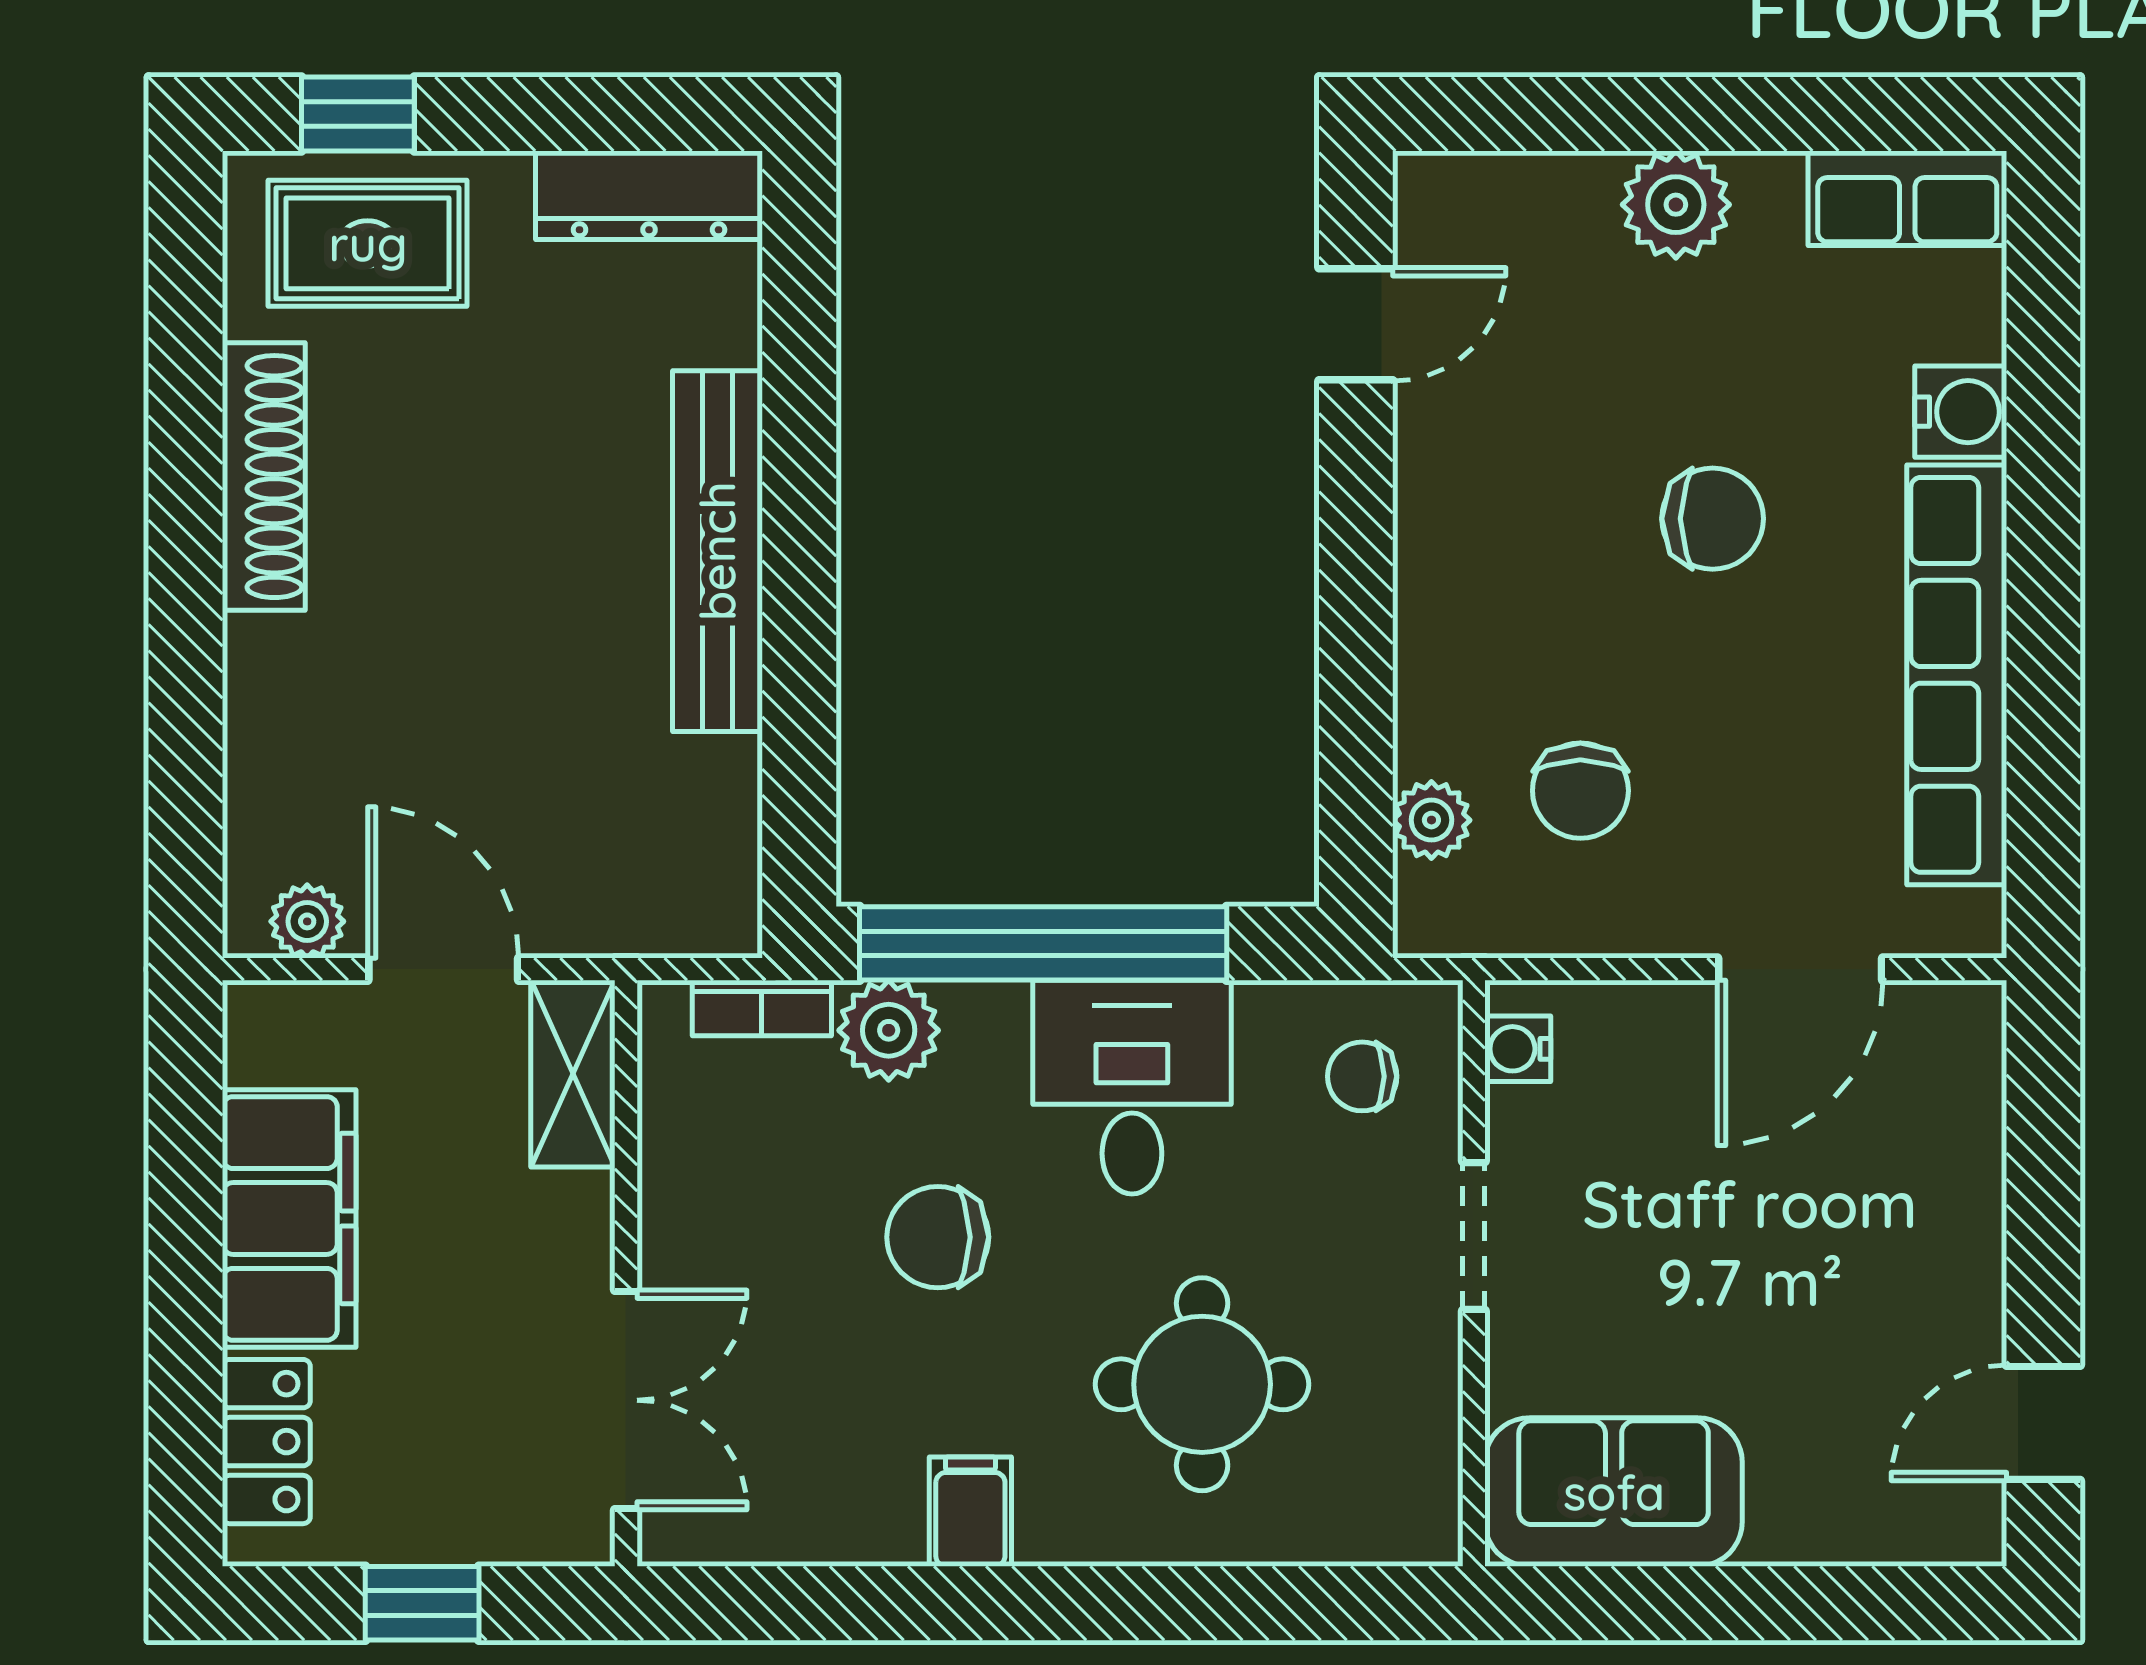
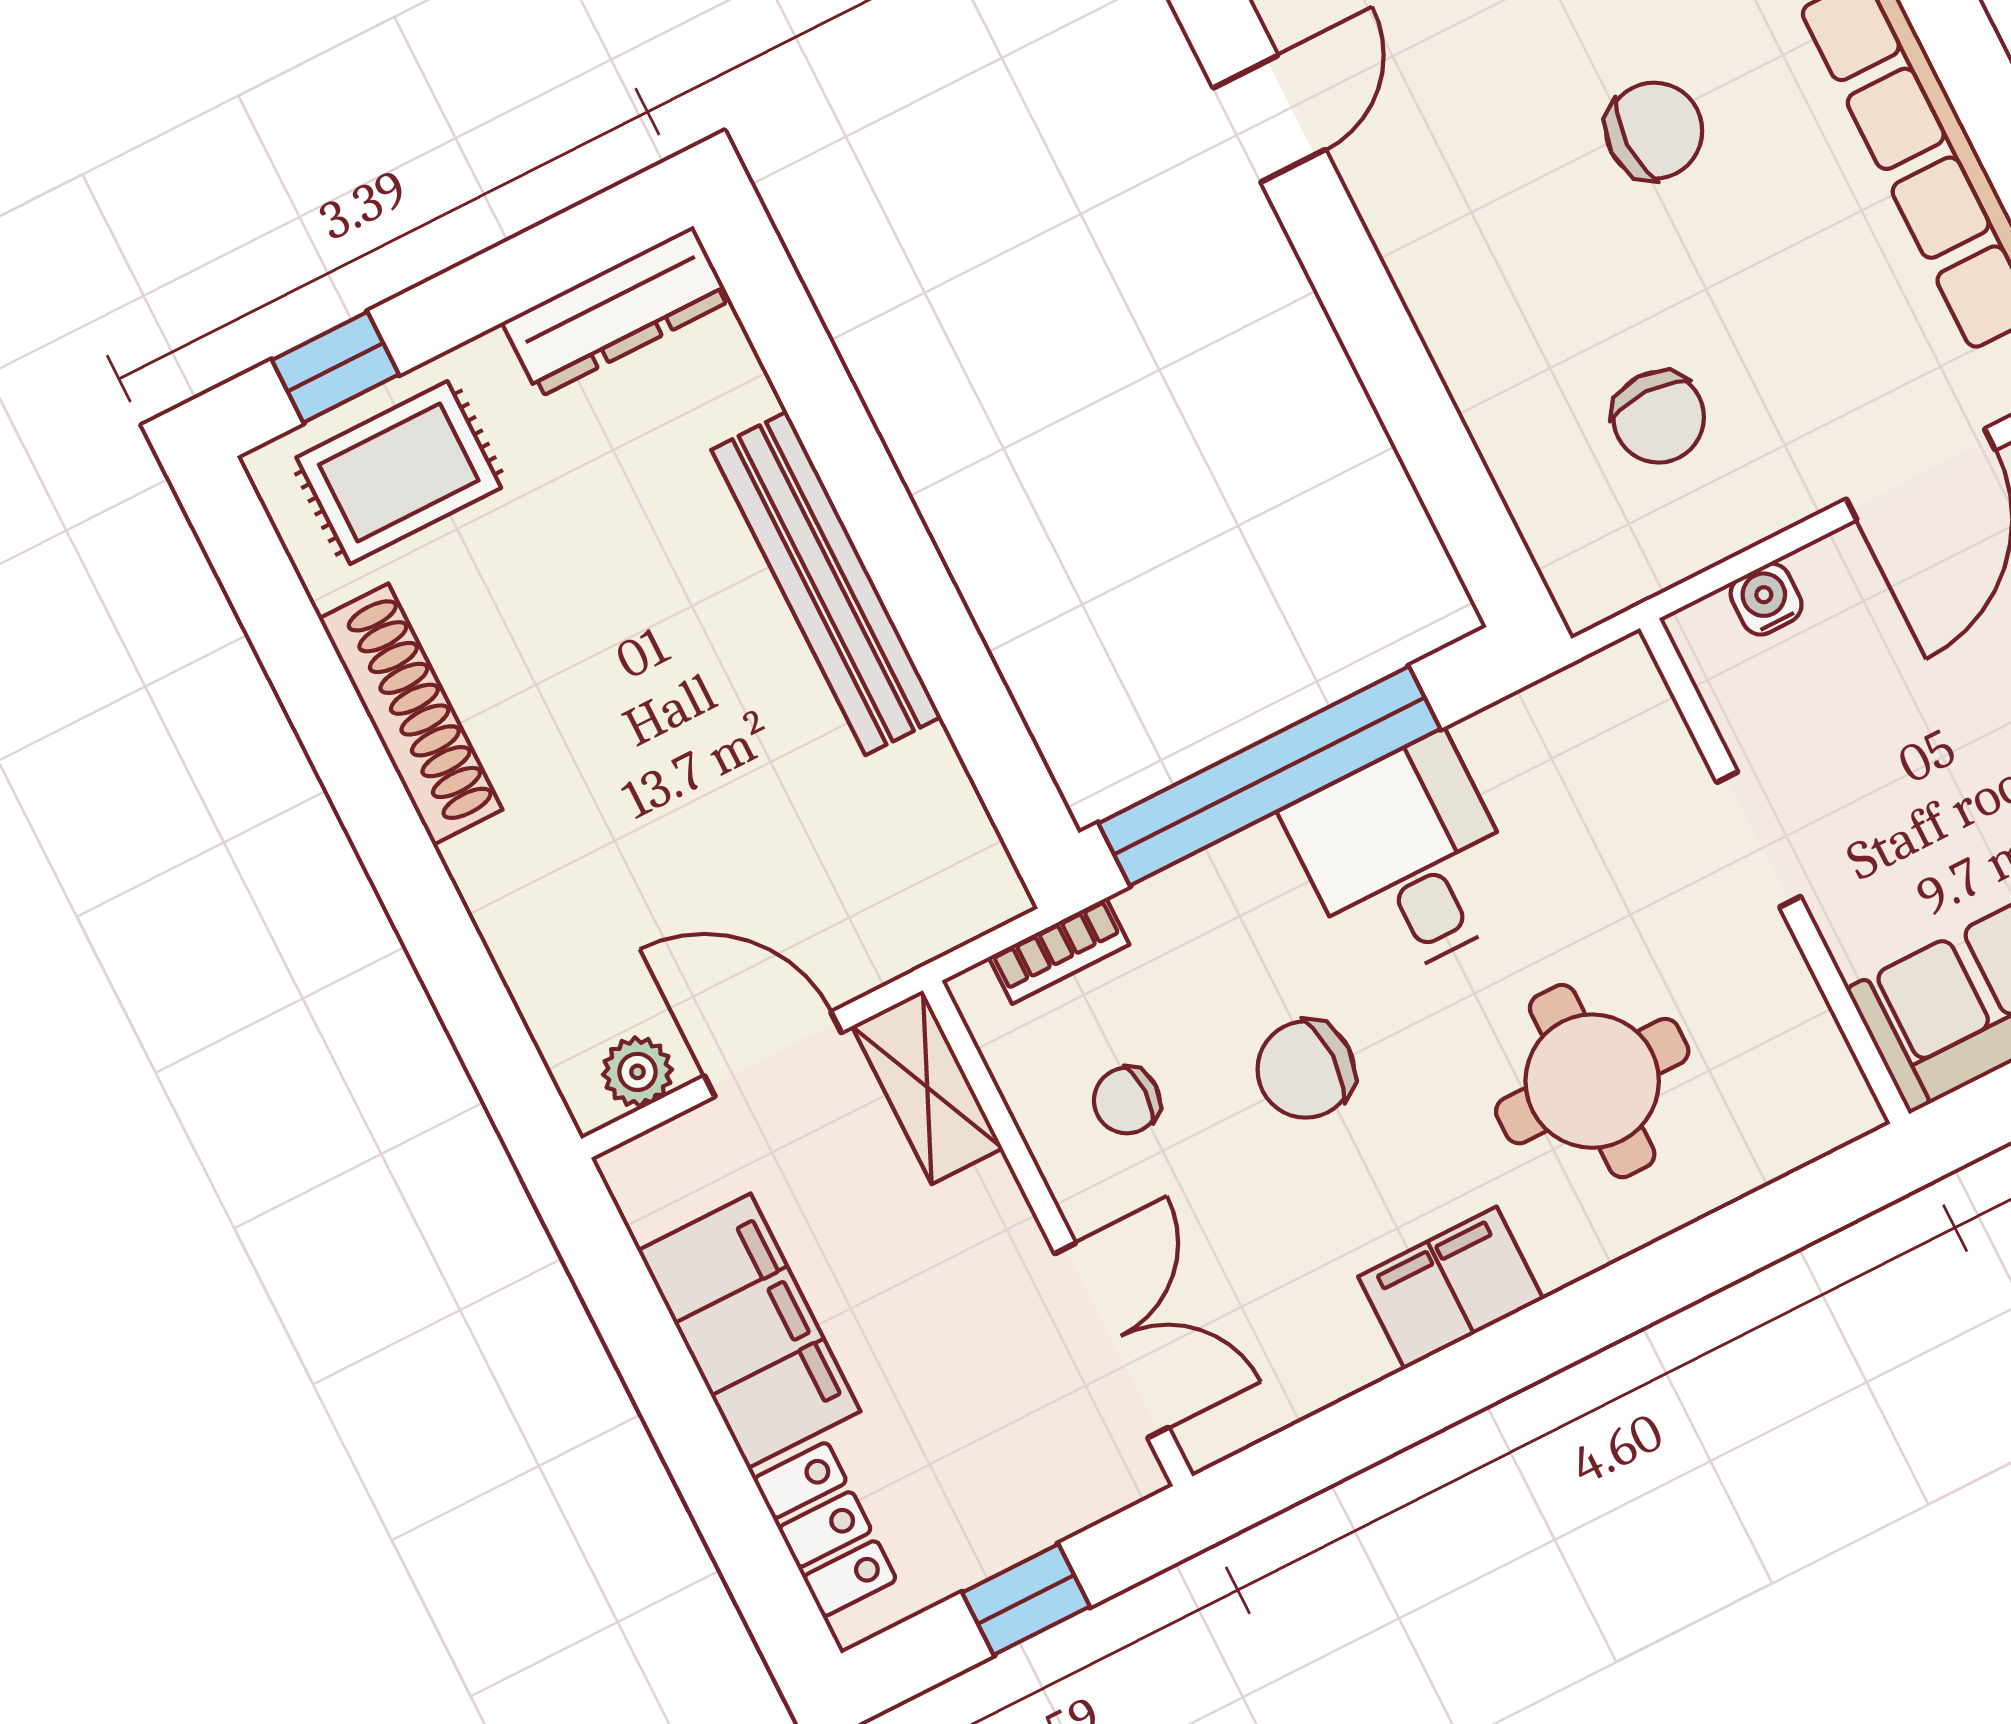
plant: (1431, 820) -> (1545, 506), removed
plant: (889, 1030) -> (1176, 916), removed
water cooler: (1518, 1049) -> (1766, 599), moved, turned 90
chair: (1362, 1076) -> (1127, 1101), moved
filing cabinet: (970, 1512) -> (1451, 1288), width x2.00

